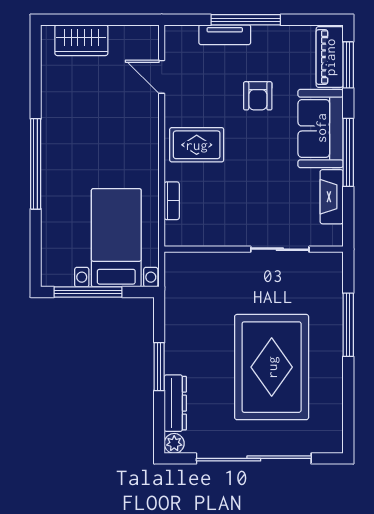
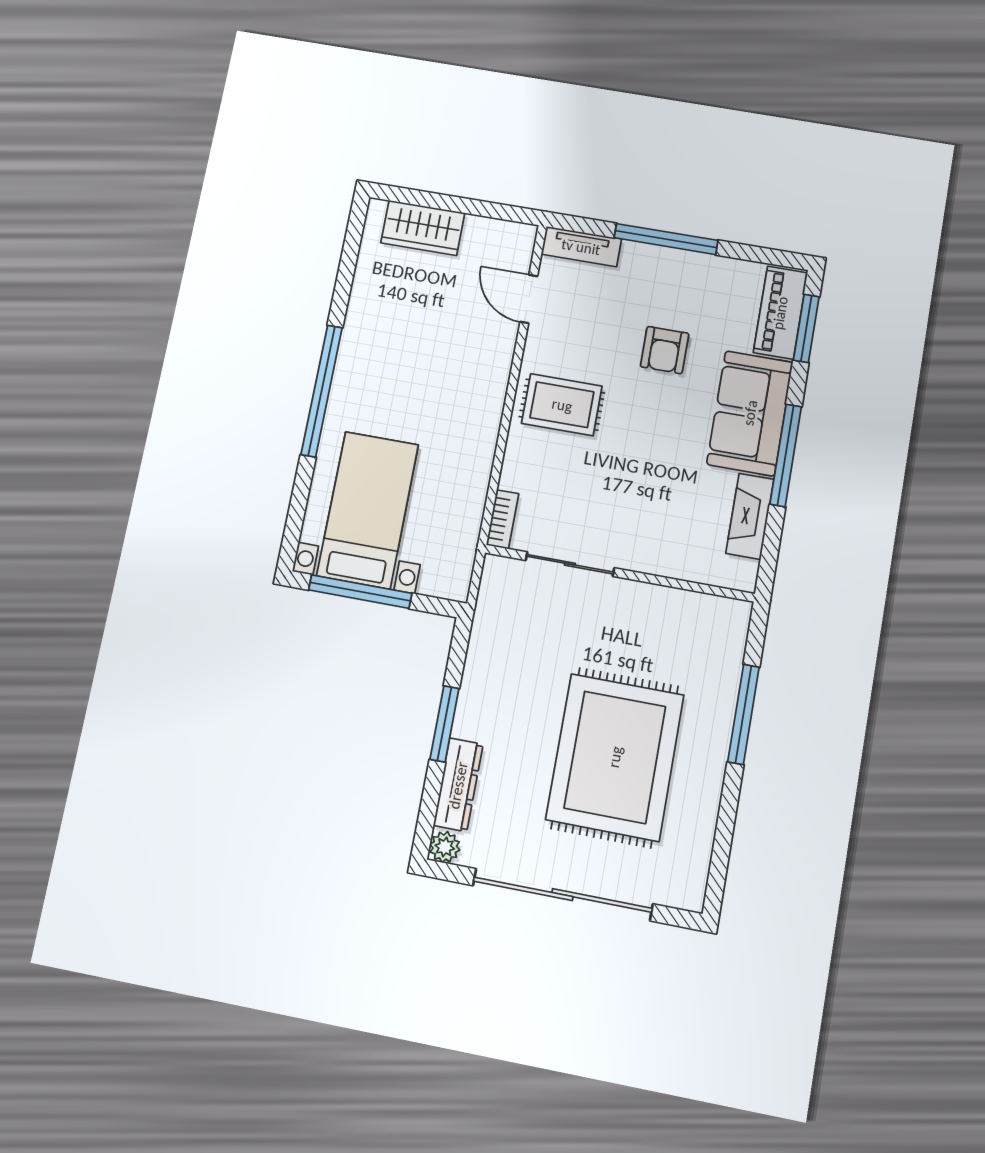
tv unit: (225, 35) -> (581, 247), moved
bookcase: (172, 201) -> (502, 519), moved
bed with nightstands: (116, 238) -> (368, 510), moved
sliding door: (280, 249) -> (570, 564), moved

